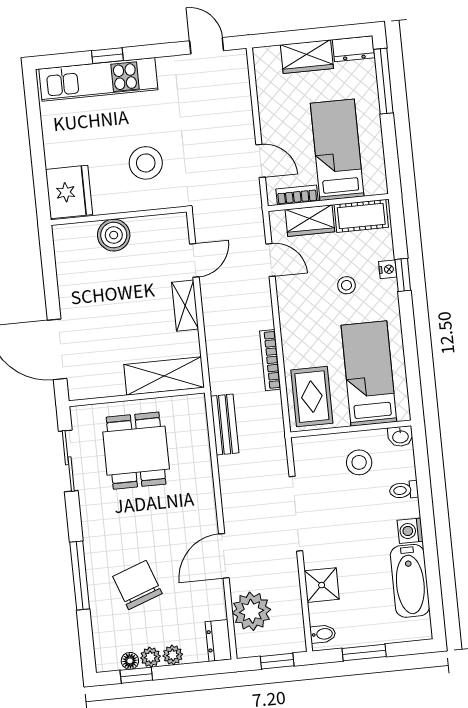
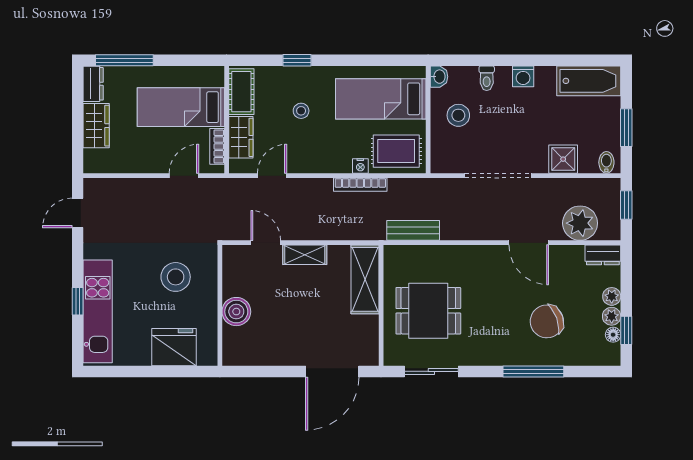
fridge: (69, 192) -> (174, 347), moved
nightstand: (388, 269) -> (360, 166), moved, turned 180
bathtub: (410, 581) -> (589, 81), moved

